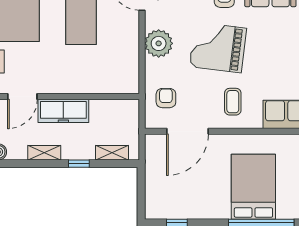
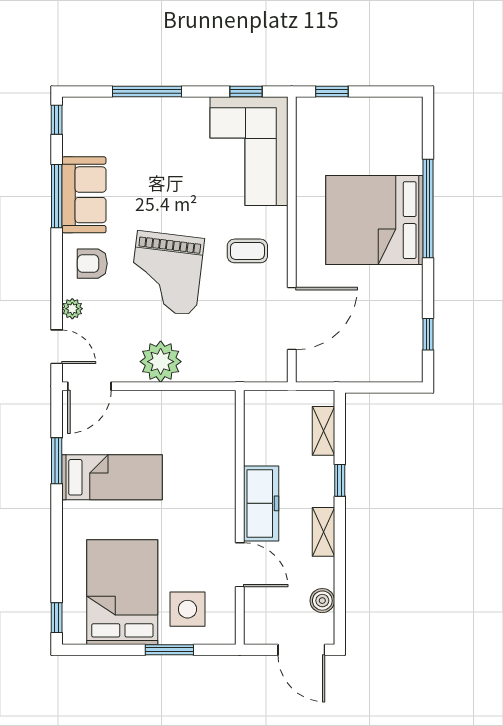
armchair: (166, 98) -> (242, 351), removed
door: (187, 131) -> (292, 319), hinge flipped
bed: (253, 187) -> (374, 220), width x1.36

